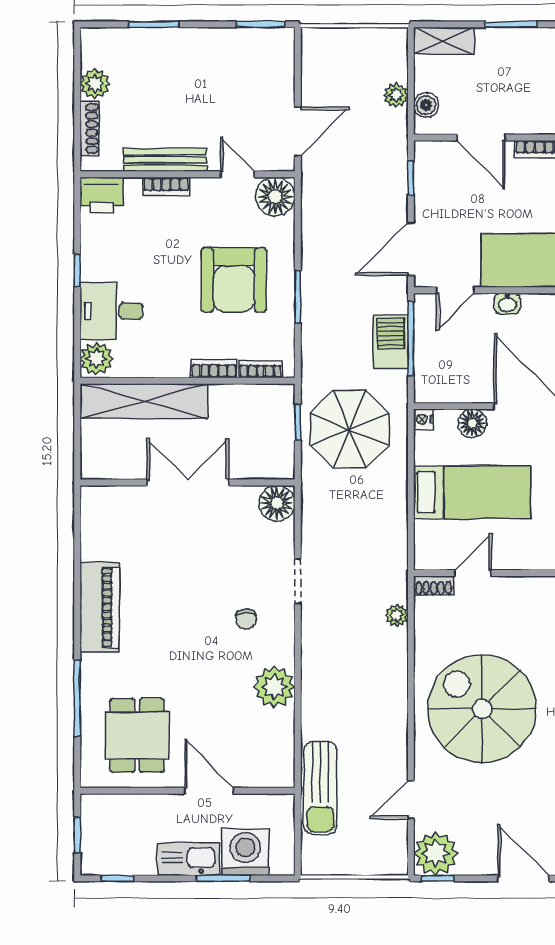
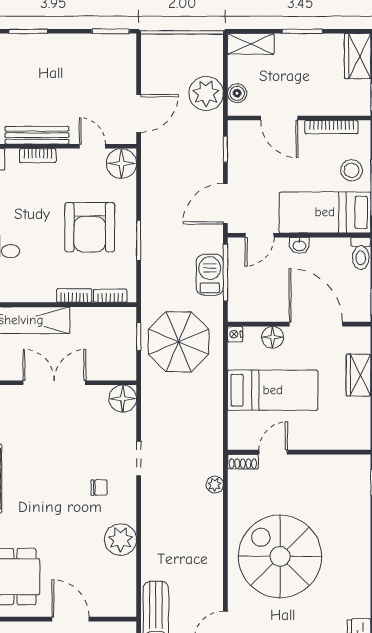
plant: (396, 95) -> (206, 94), width x1.88, depth x1.88
chair: (246, 619) -> (99, 488), turned -90

